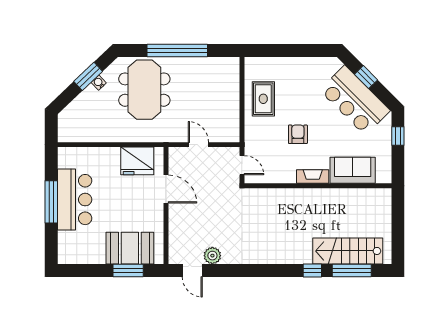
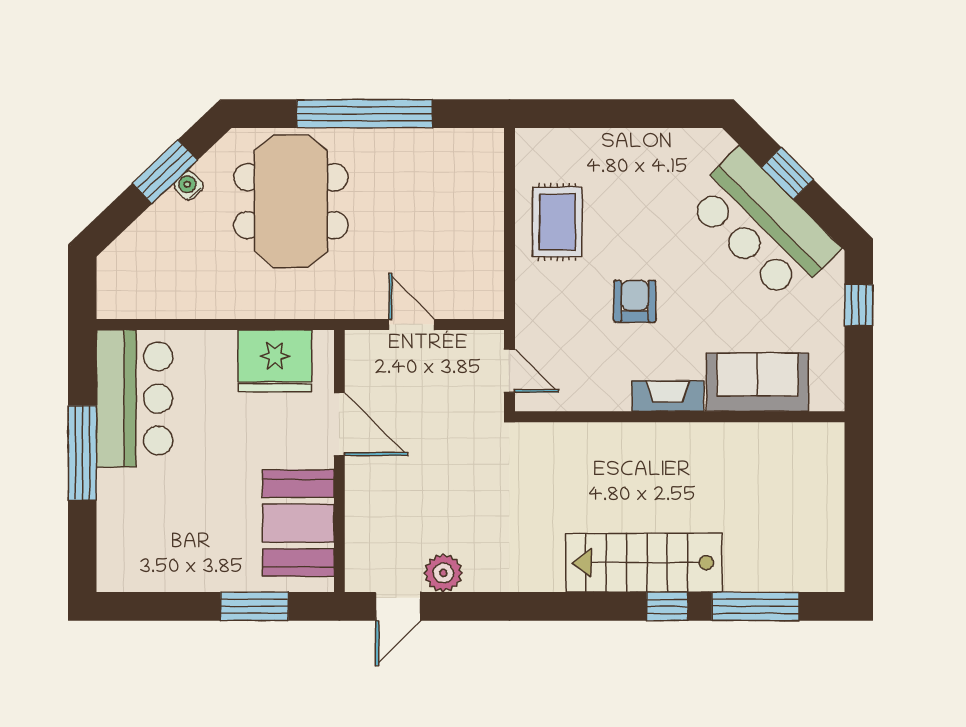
bar counter: (75, 200) -> (135, 398), moved
booth: (130, 248) -> (298, 523), moved, turned 90
stairs: (348, 251) -> (644, 563), moved
door: (192, 270) -> (398, 606), hinge flipped

